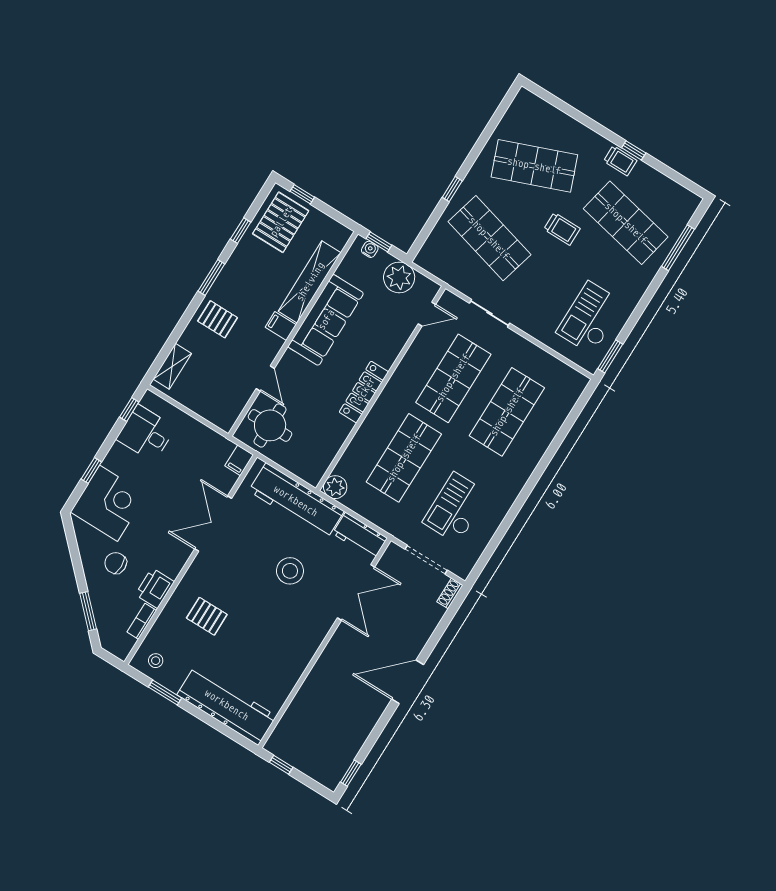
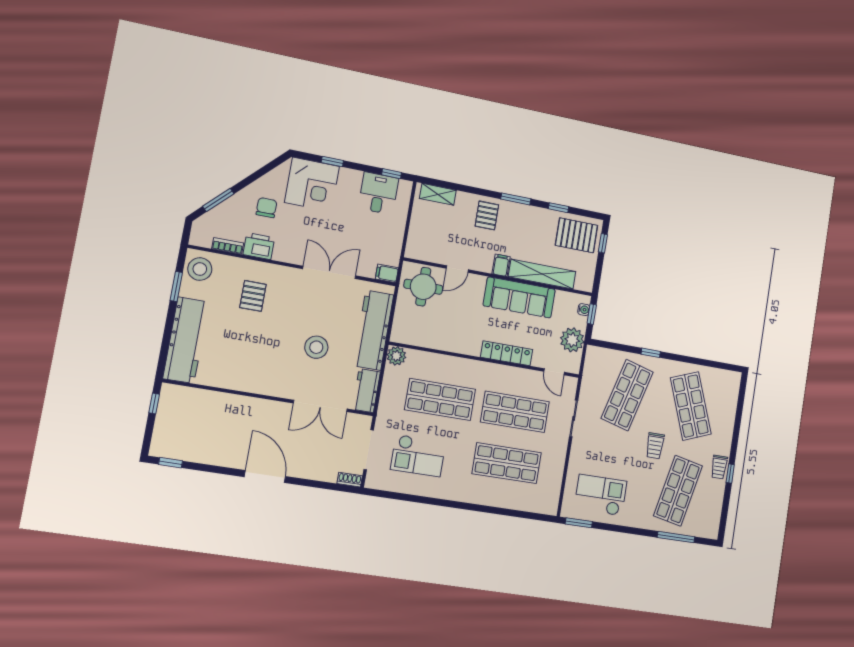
locker: (364, 392) -> (507, 353), moved
checkout: (456, 508) -> (418, 456), turned 180
stool: (156, 661) -> (200, 269), width x1.89, depth x1.89

